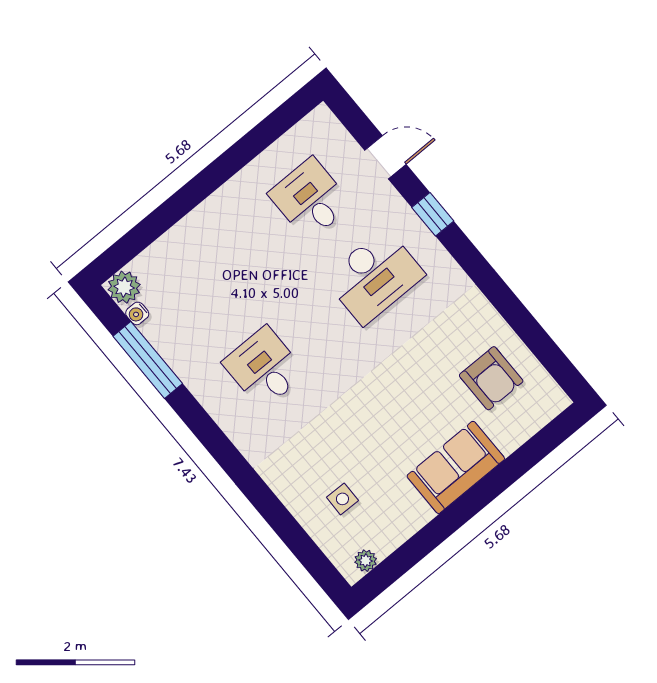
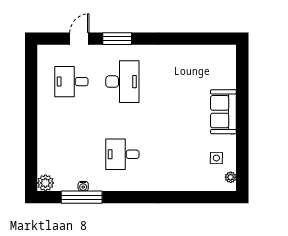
window: (433, 214) -> (117, 39), width x1.50
water cooler: (137, 313) -> (83, 186), moved
armchair: (491, 378) -> (200, 69), removed
side table: (342, 499) -> (216, 158), moved

